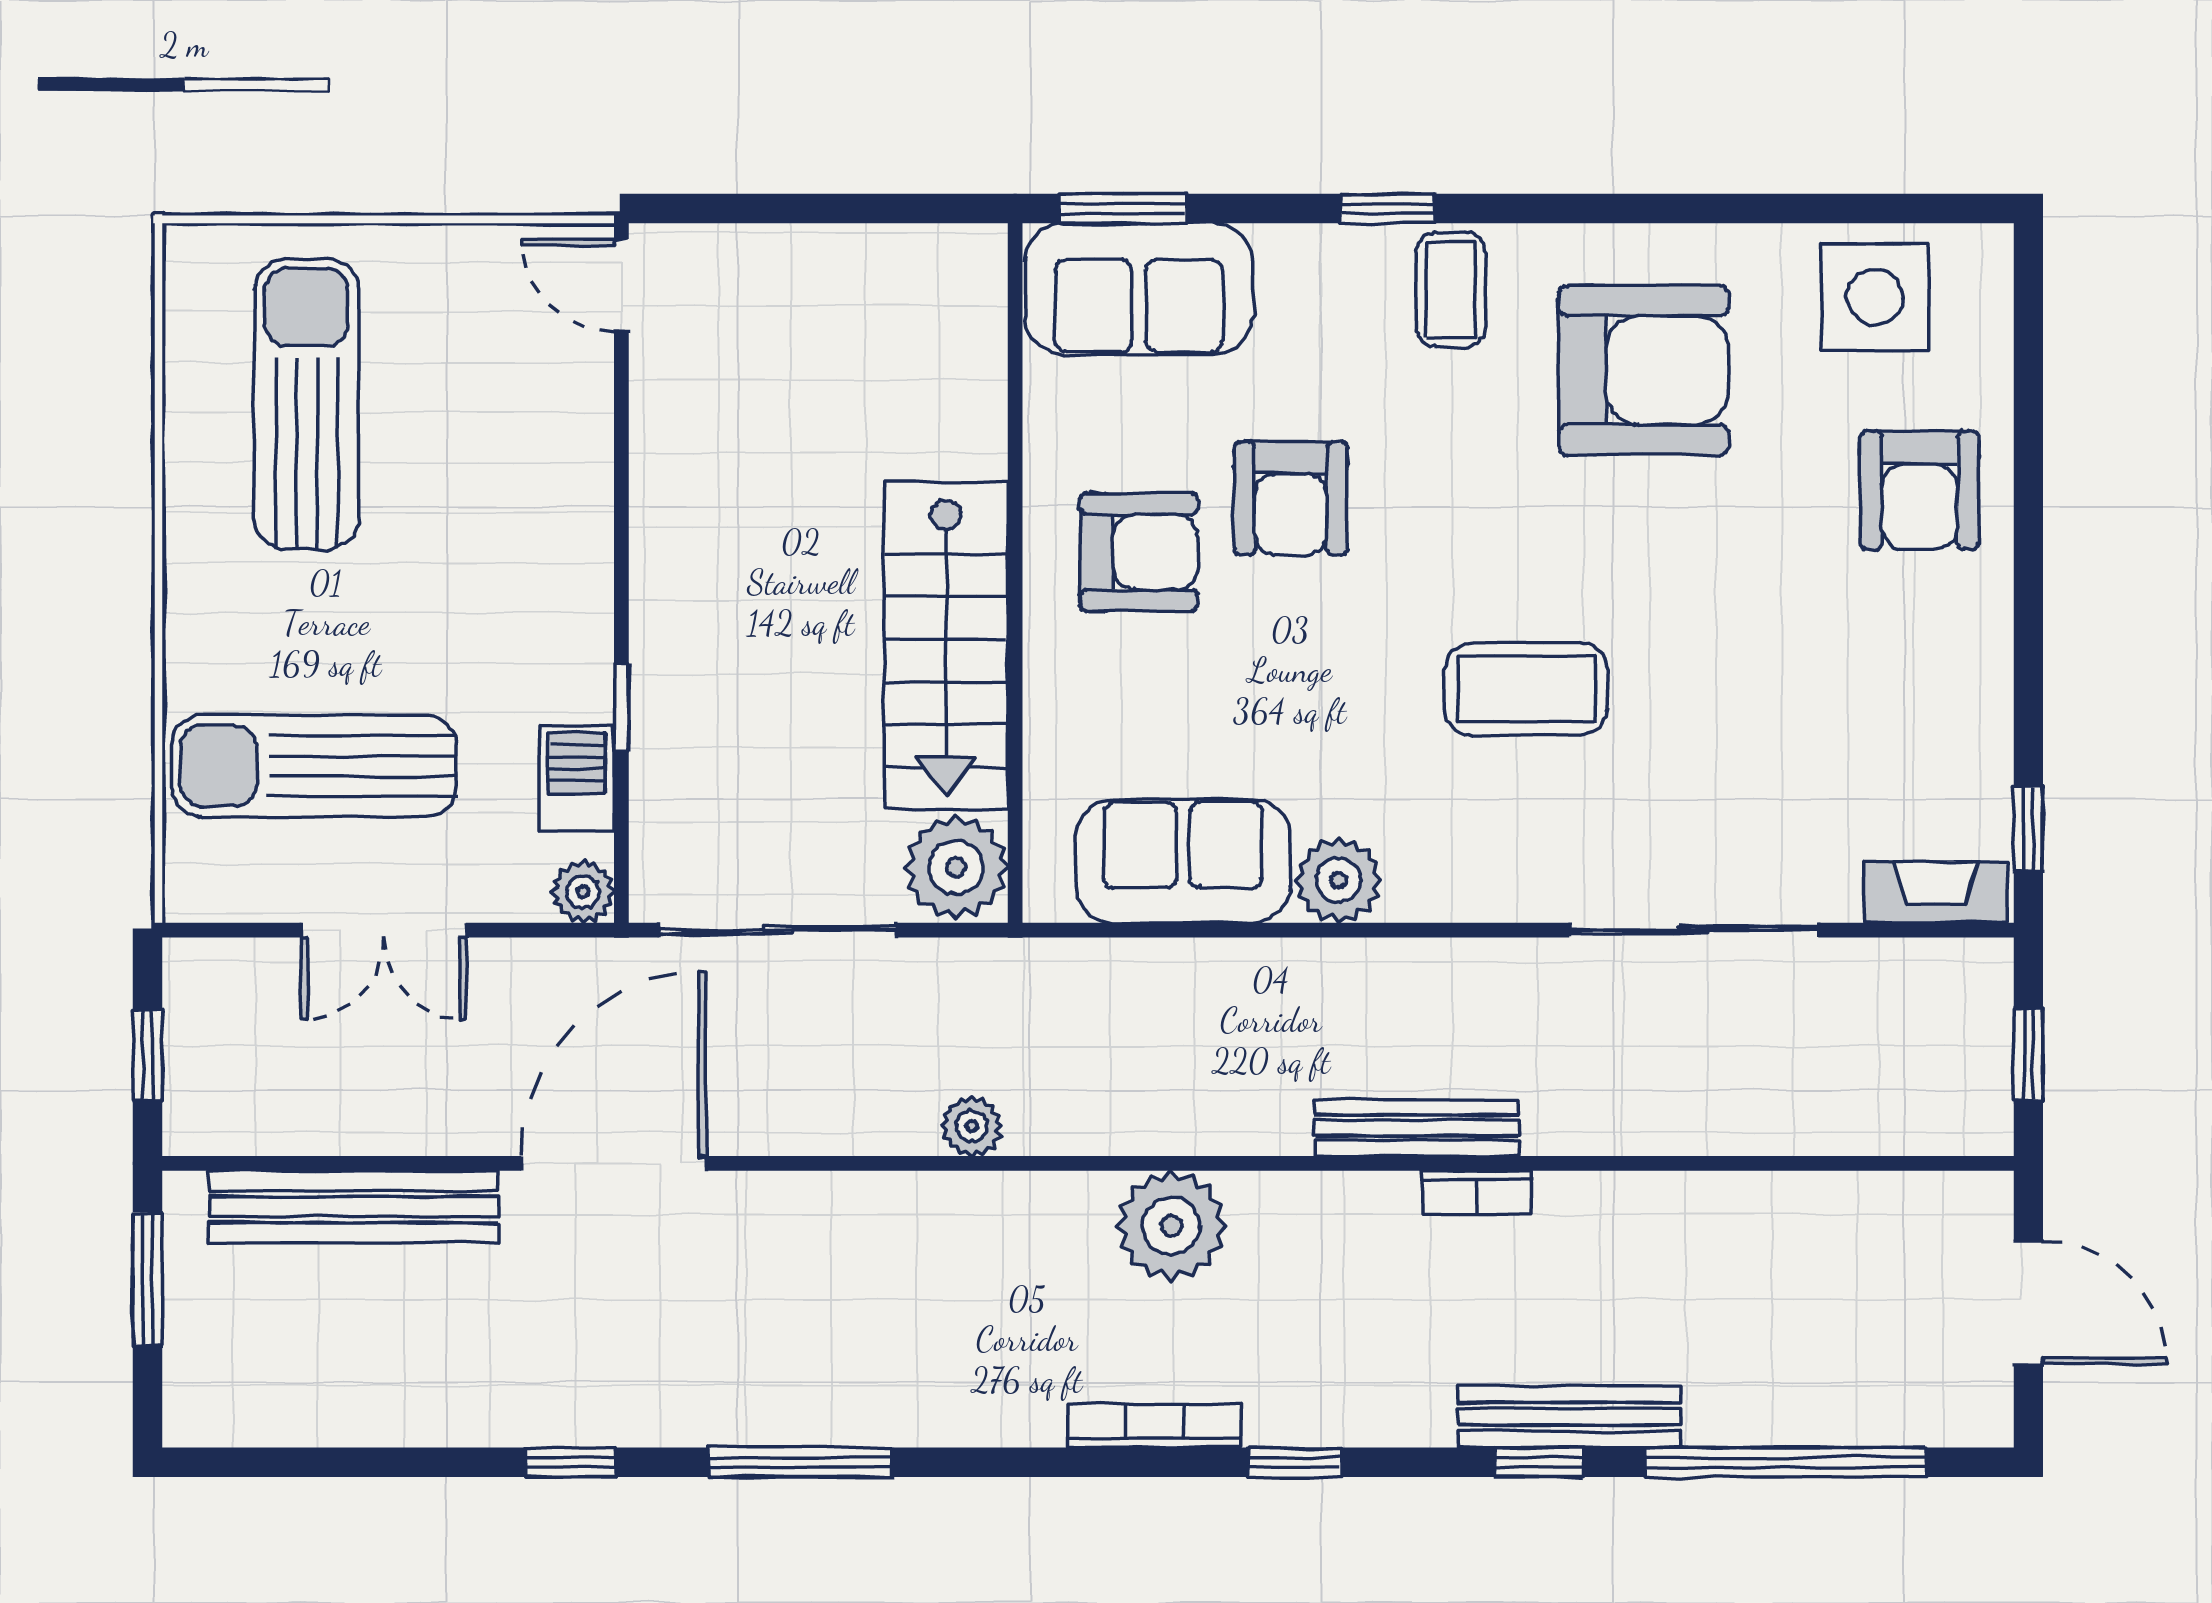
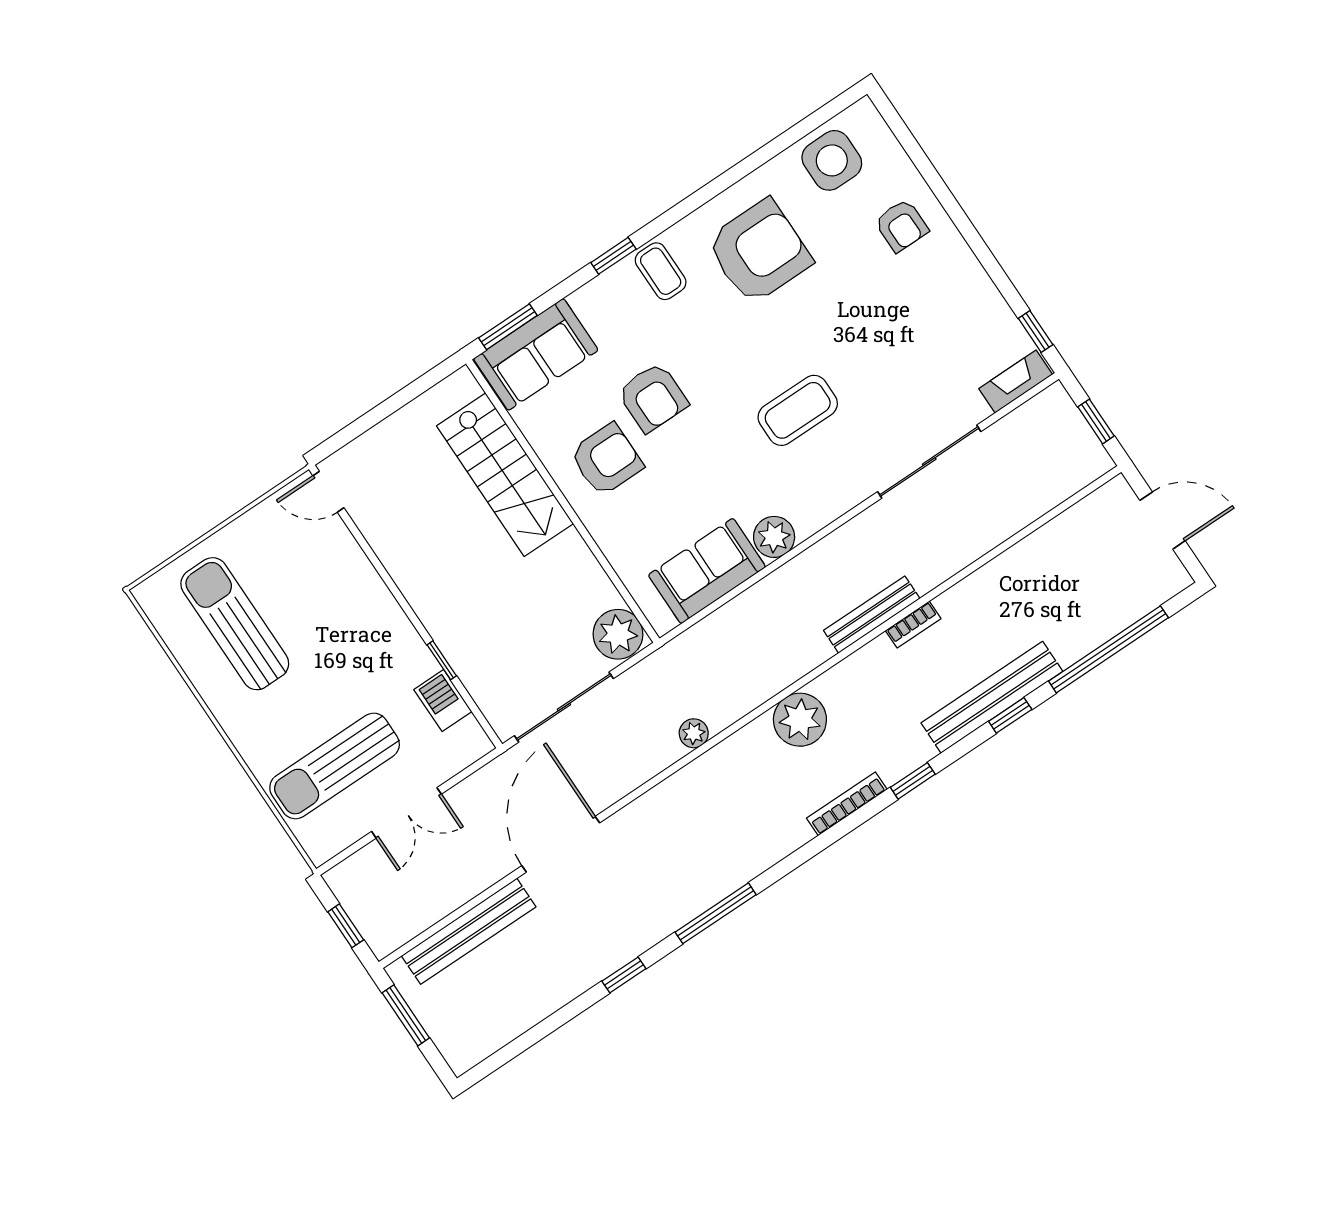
armchair: (1920, 490) -> (901, 226), width x0.72, depth x0.72
stairs: (946, 646) -> (505, 475), moved
plant: (583, 892) -> (476, 744), removed
bench: (1570, 1416) -> (992, 697), width x1.37, depth x1.21

